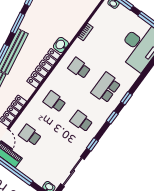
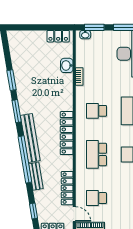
washbasin: (61, 45) -> (67, 65), moved
school desk: (55, 102) -> (97, 154), width x1.85

